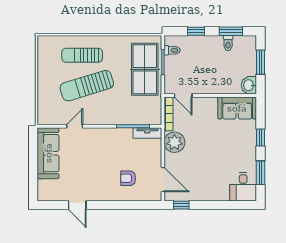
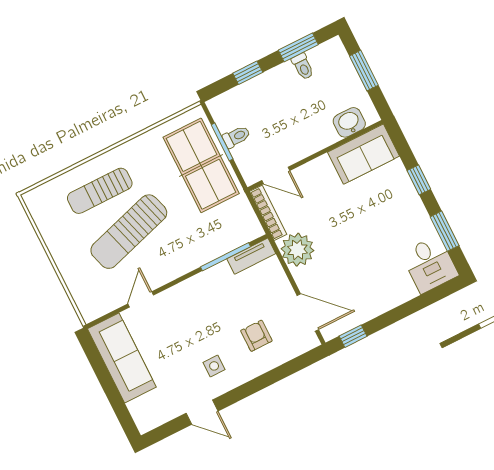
toilet: (172, 50) -> (236, 137), moved
washbasin: (249, 85) -> (349, 122), moved, turned 90
armchair: (128, 178) -> (256, 336), turned 90
side table: (96, 183) -> (214, 366), added

